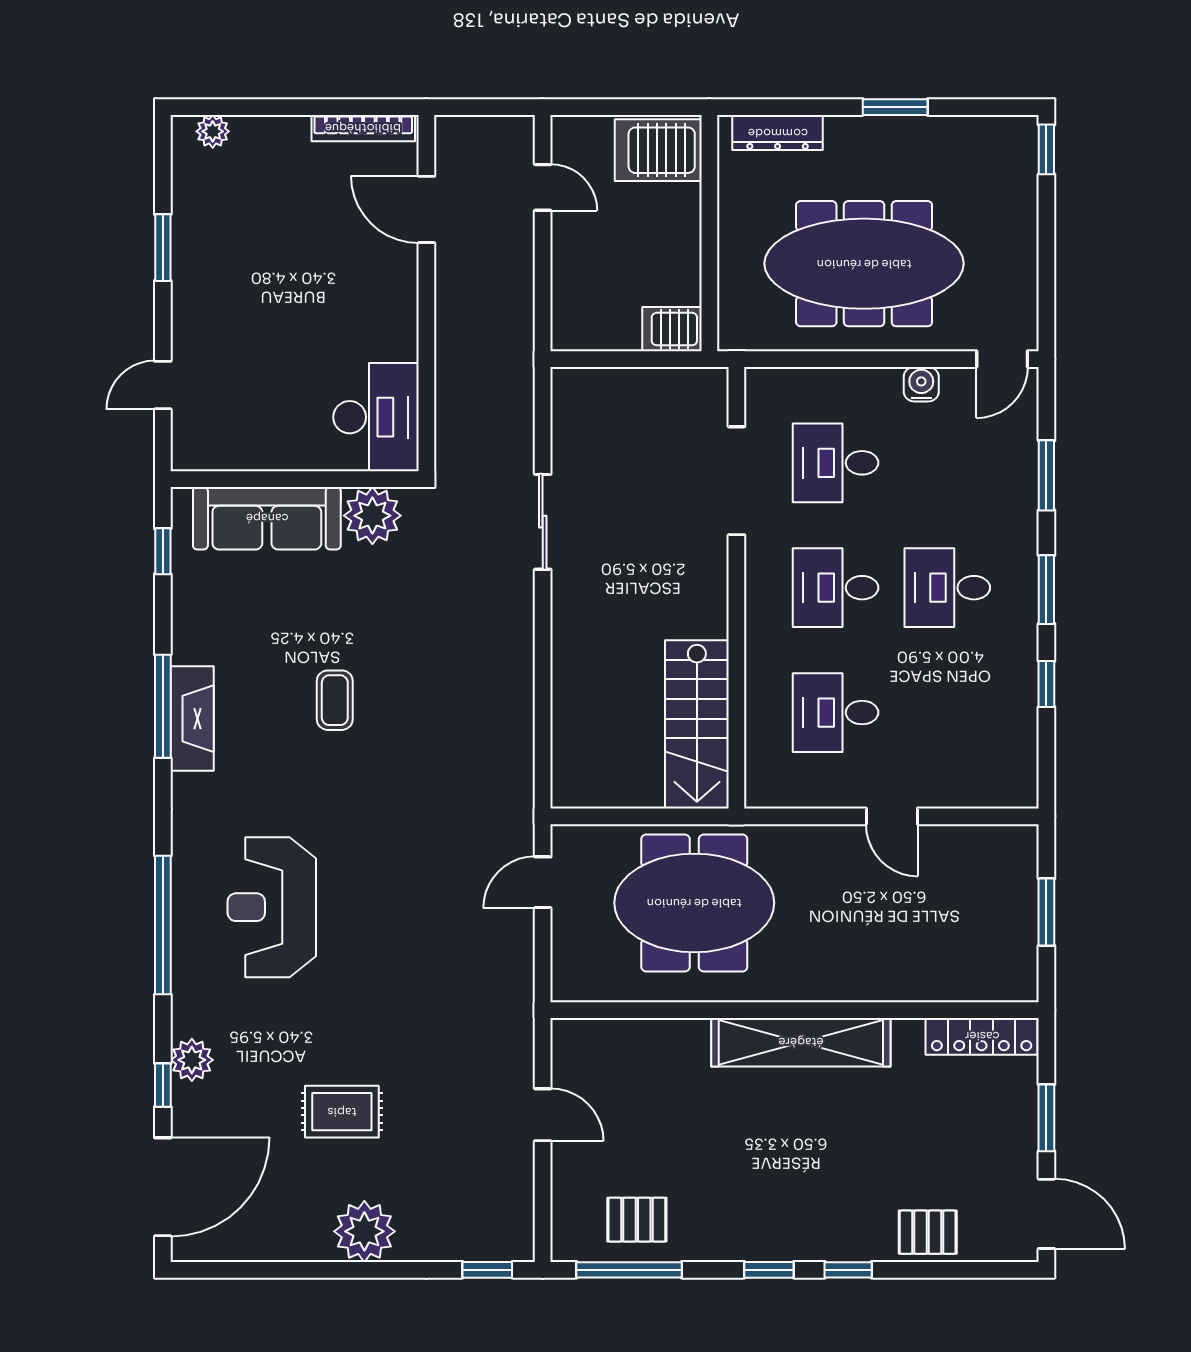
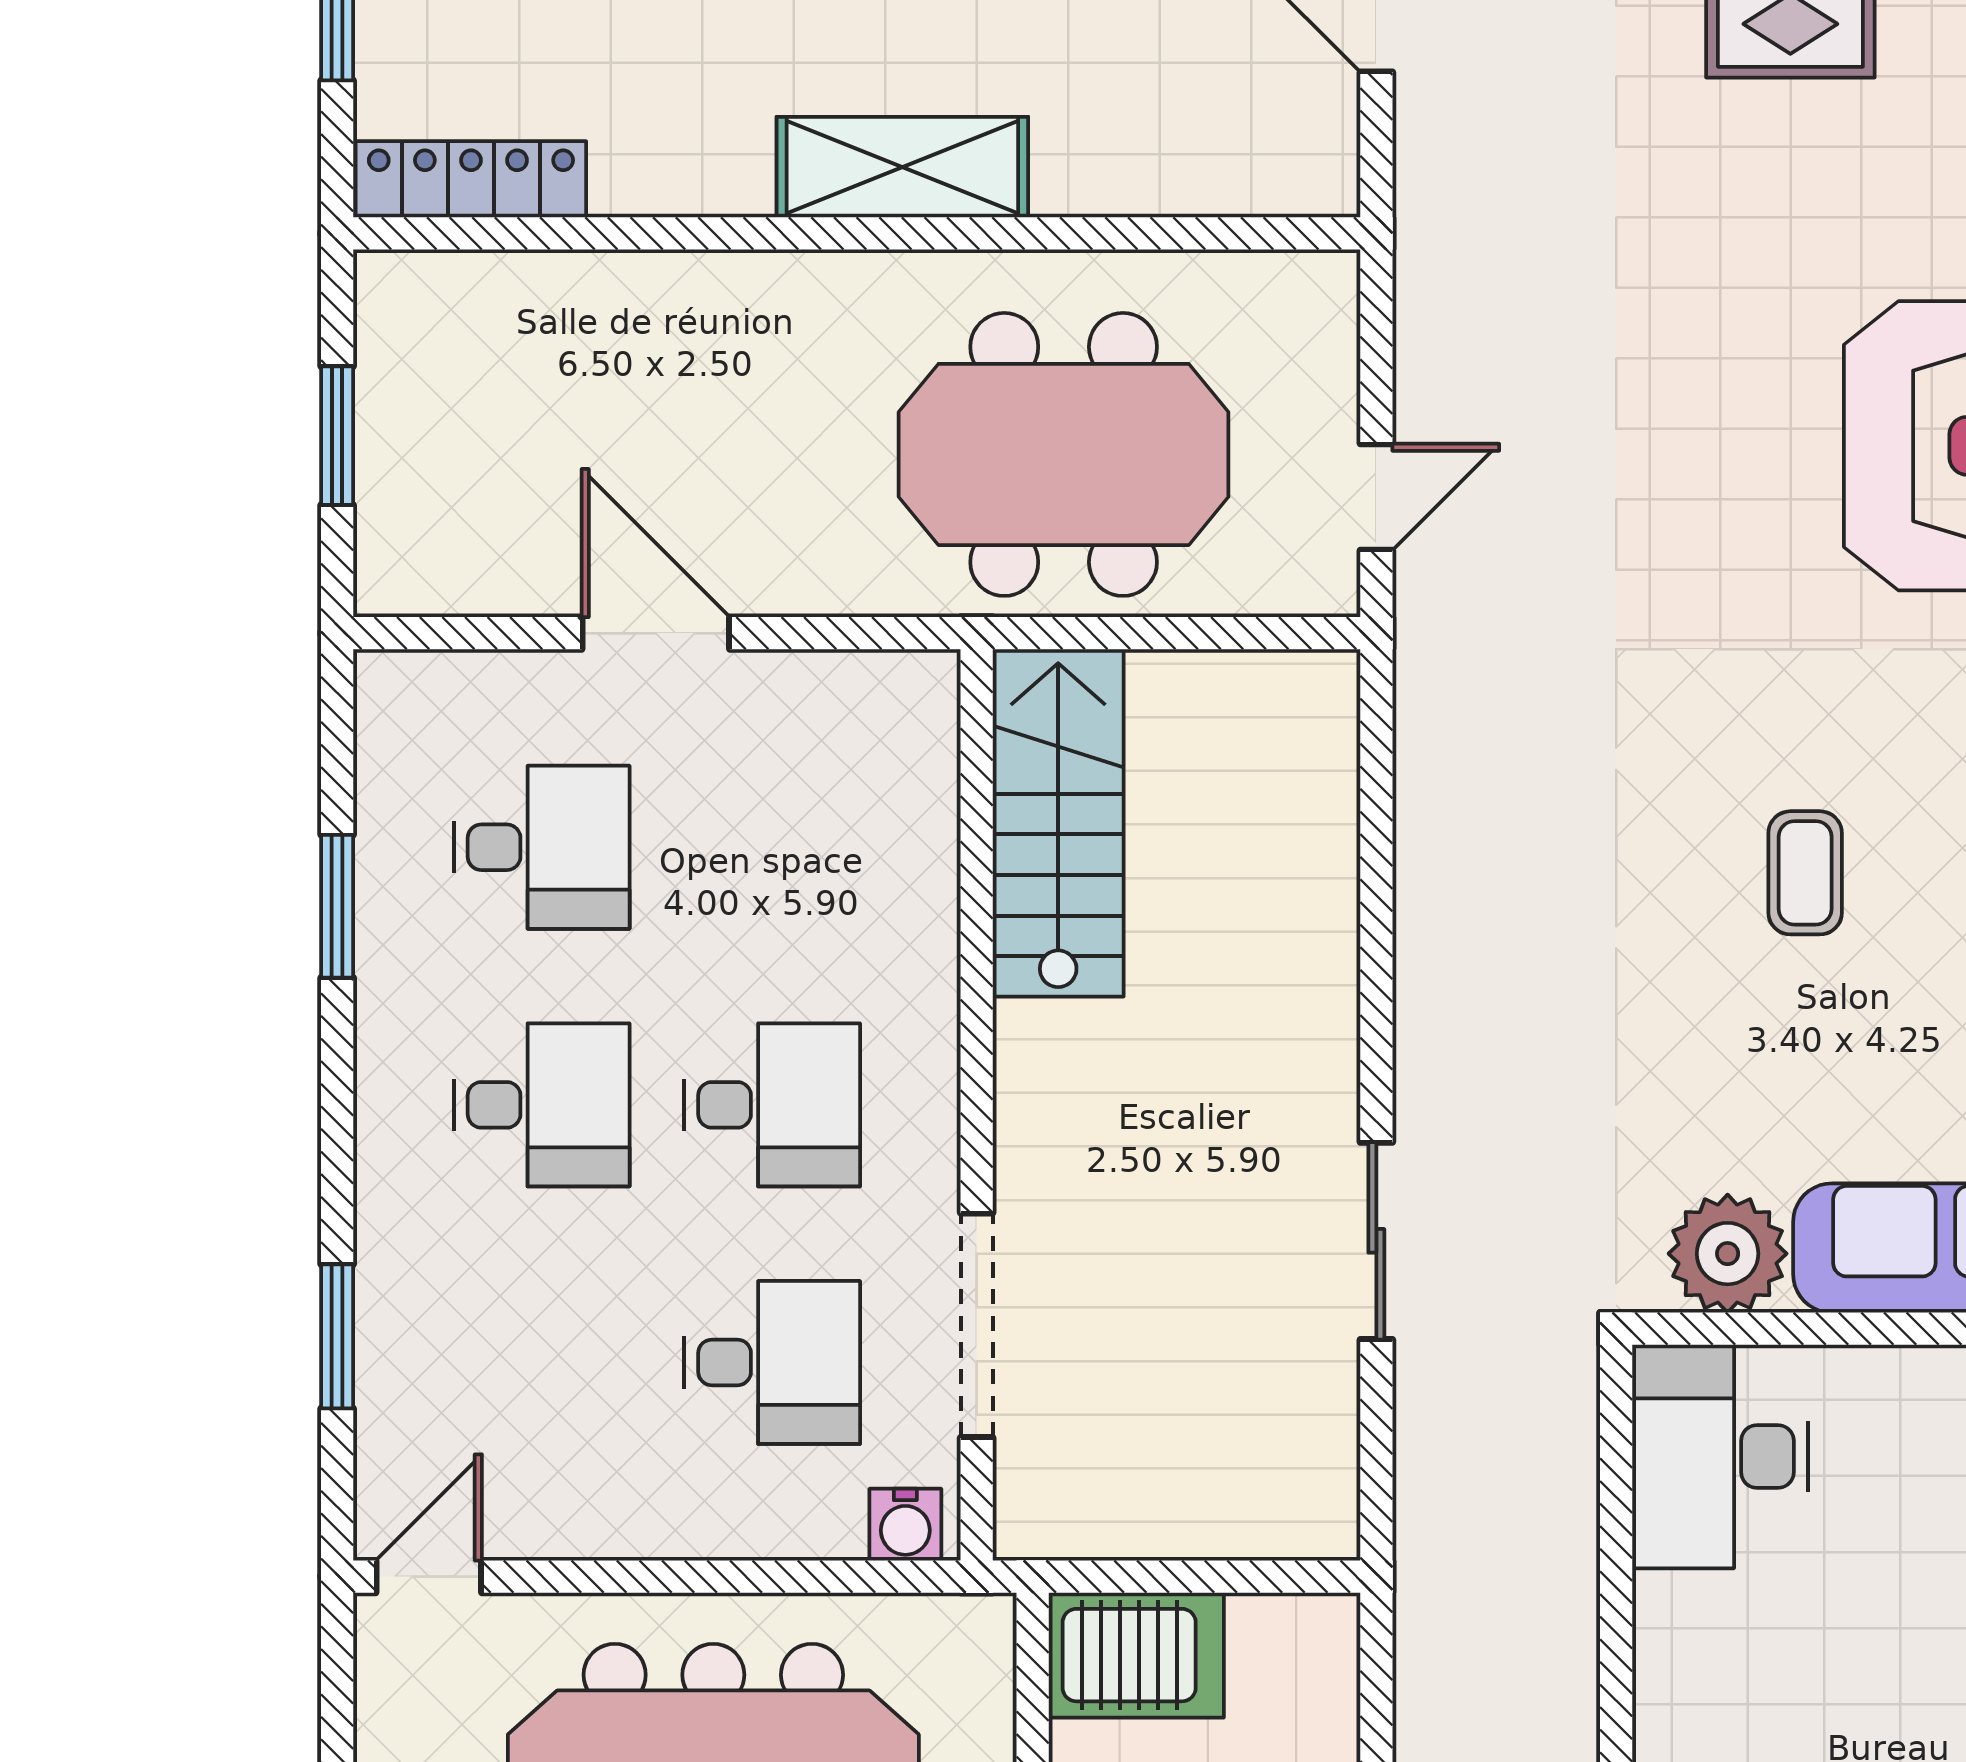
server rack: (672, 329) -> (1136, 1655), width x1.36, depth x1.44
water cooler: (921, 384) -> (905, 1525), moved
window: (1046, 590) -> (337, 1101), removed
window: (1046, 684) -> (337, 906), width x1.50
desk: (836, 713) -> (542, 847), moved
door: (892, 816) -> (656, 633), width x1.38
shelving: (801, 1042) -> (902, 167), width x0.68

